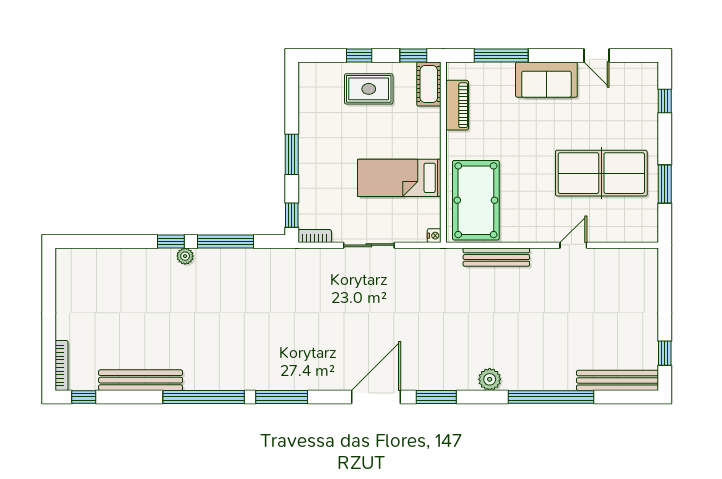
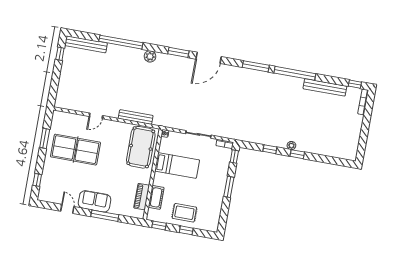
window: (501, 56) -> (105, 216), moved
cot: (429, 84) -> (156, 197), moved
window: (226, 241) -> (270, 149), width x0.46

